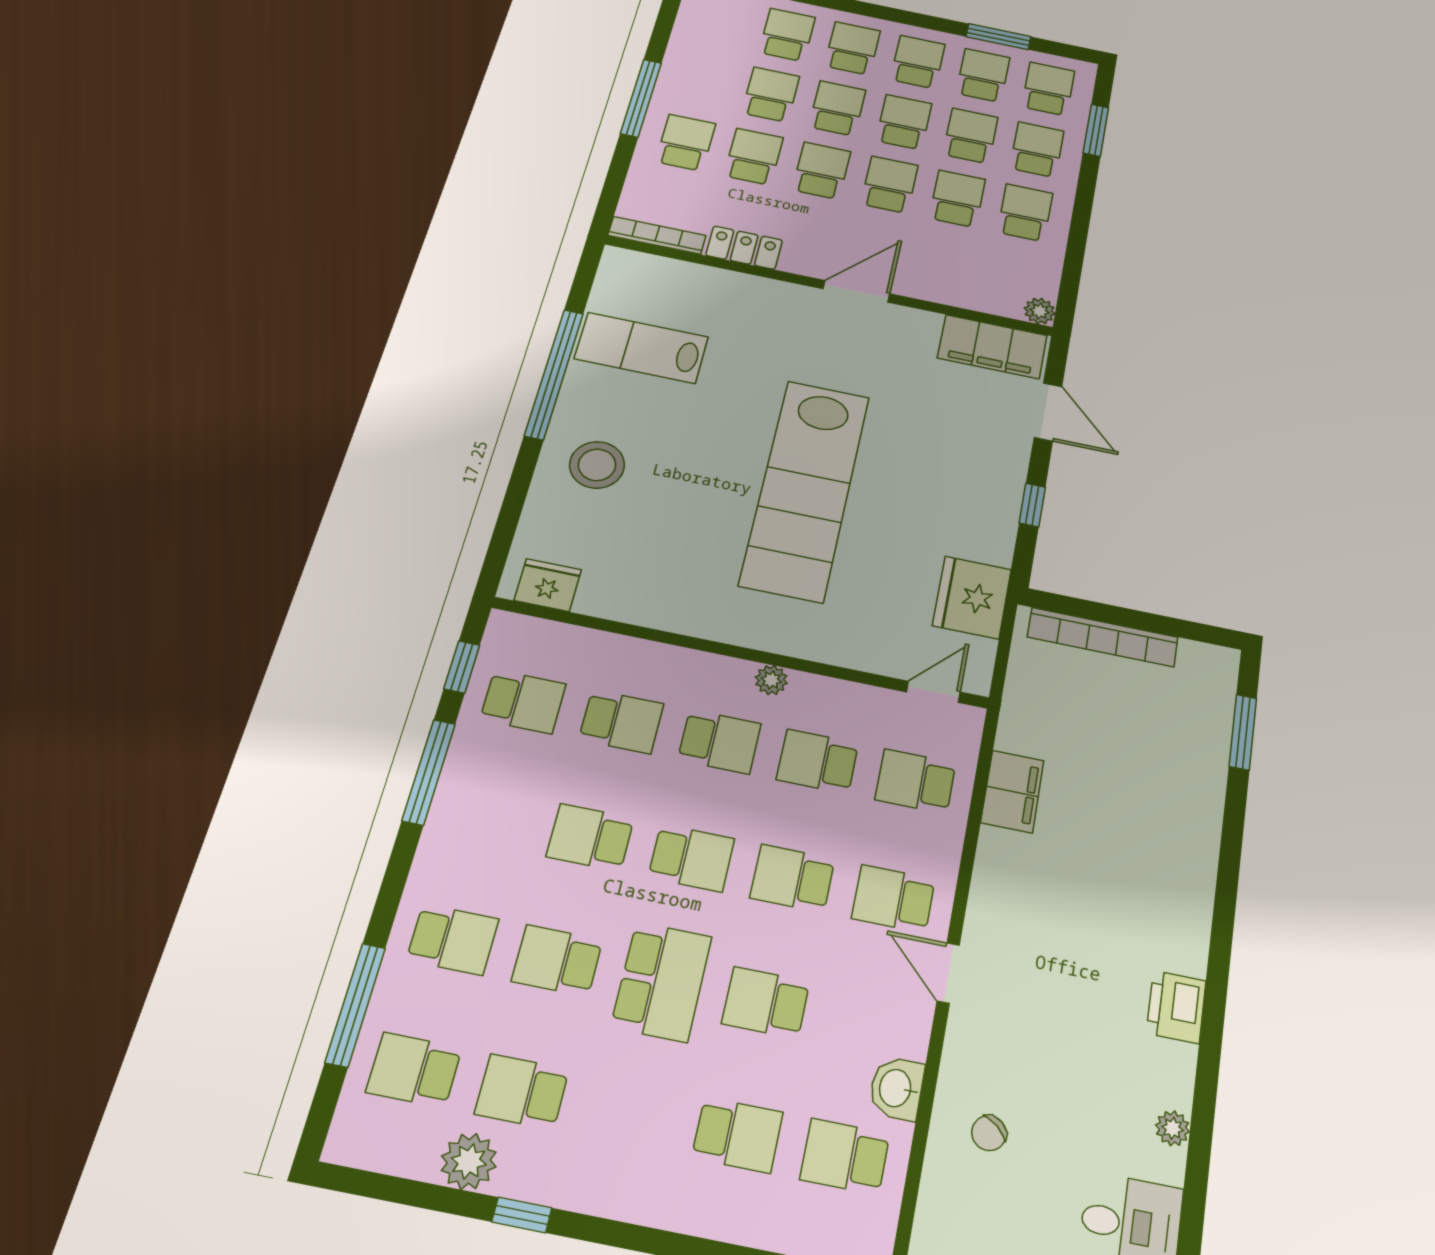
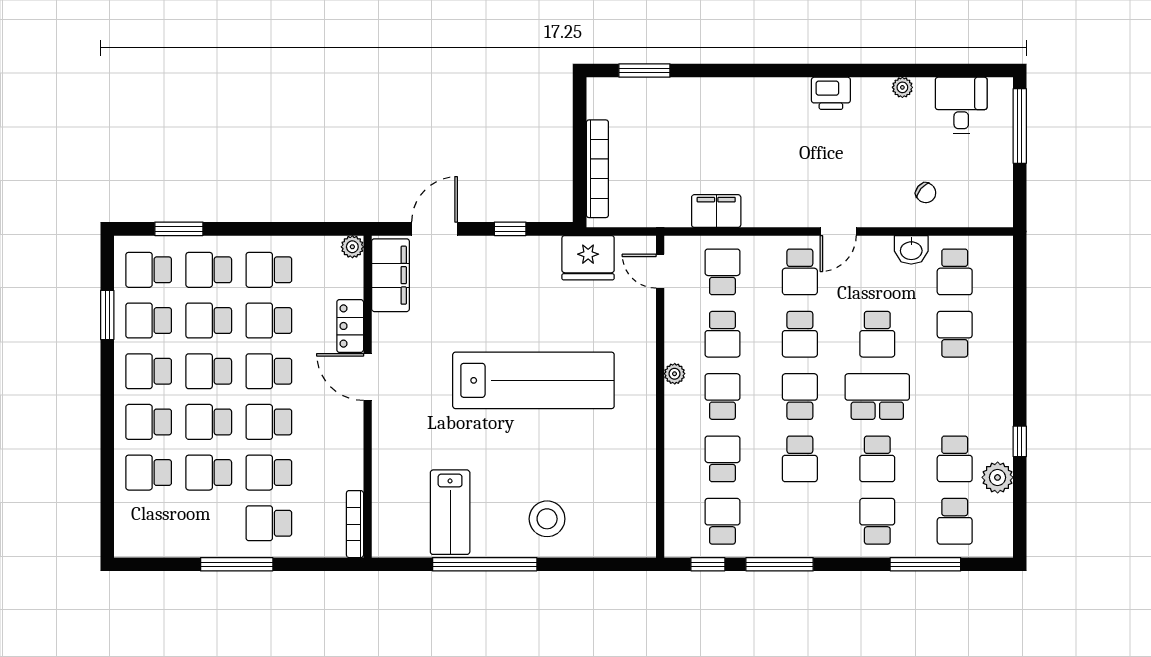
locker: (744, 248) -> (350, 326), moved
fridge: (548, 585) -> (641, 527), removed
school desk: (915, 781) -> (722, 272), turned 180

